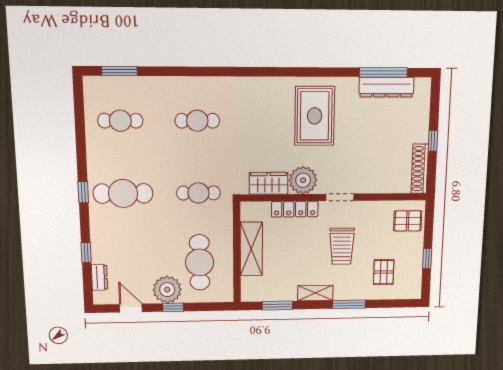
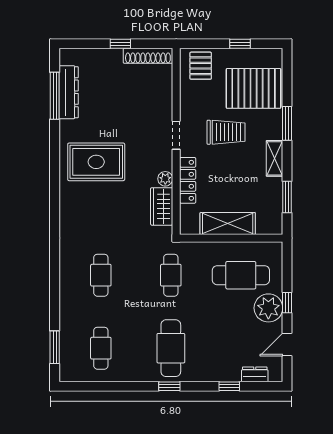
plant: (303, 180) -> (165, 179), width x0.53, depth x0.53
pallet: (384, 272) -> (254, 88), width x2.05, depth x2.00

